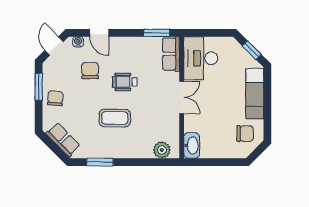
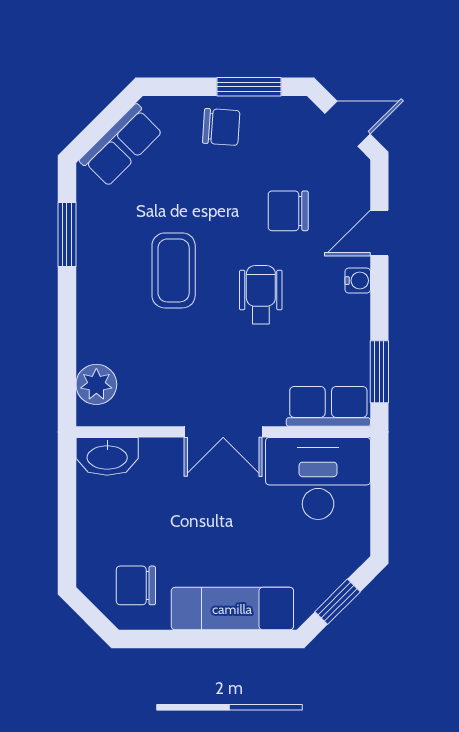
water cooler: (78, 42) -> (358, 281), moved
chair: (90, 71) -> (288, 211), turned 180
chair: (245, 134) -> (136, 585), turned 90

